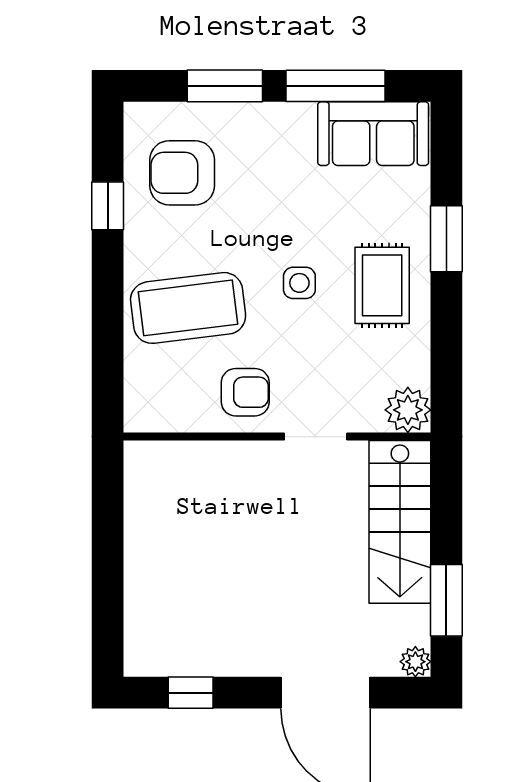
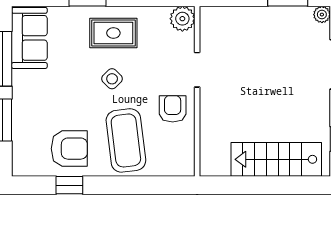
armchair: (182, 173) -> (69, 149), moved, turned -90
side table: (299, 283) -> (112, 79), turned 45
stairs: (400, 522) -> (276, 159), moved, turned 180

